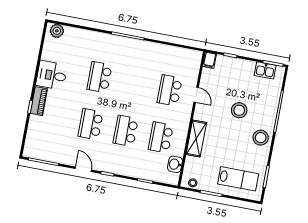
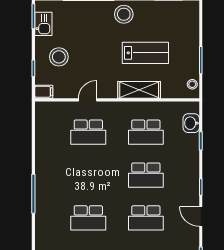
stool: (239, 110) -> (59, 57), moved
washbasin: (175, 164) -> (191, 123), moved, turned 90
door: (83, 169) -> (201, 216), hinge flipped
lab bench: (238, 179) -> (145, 53), moved, turned 90

